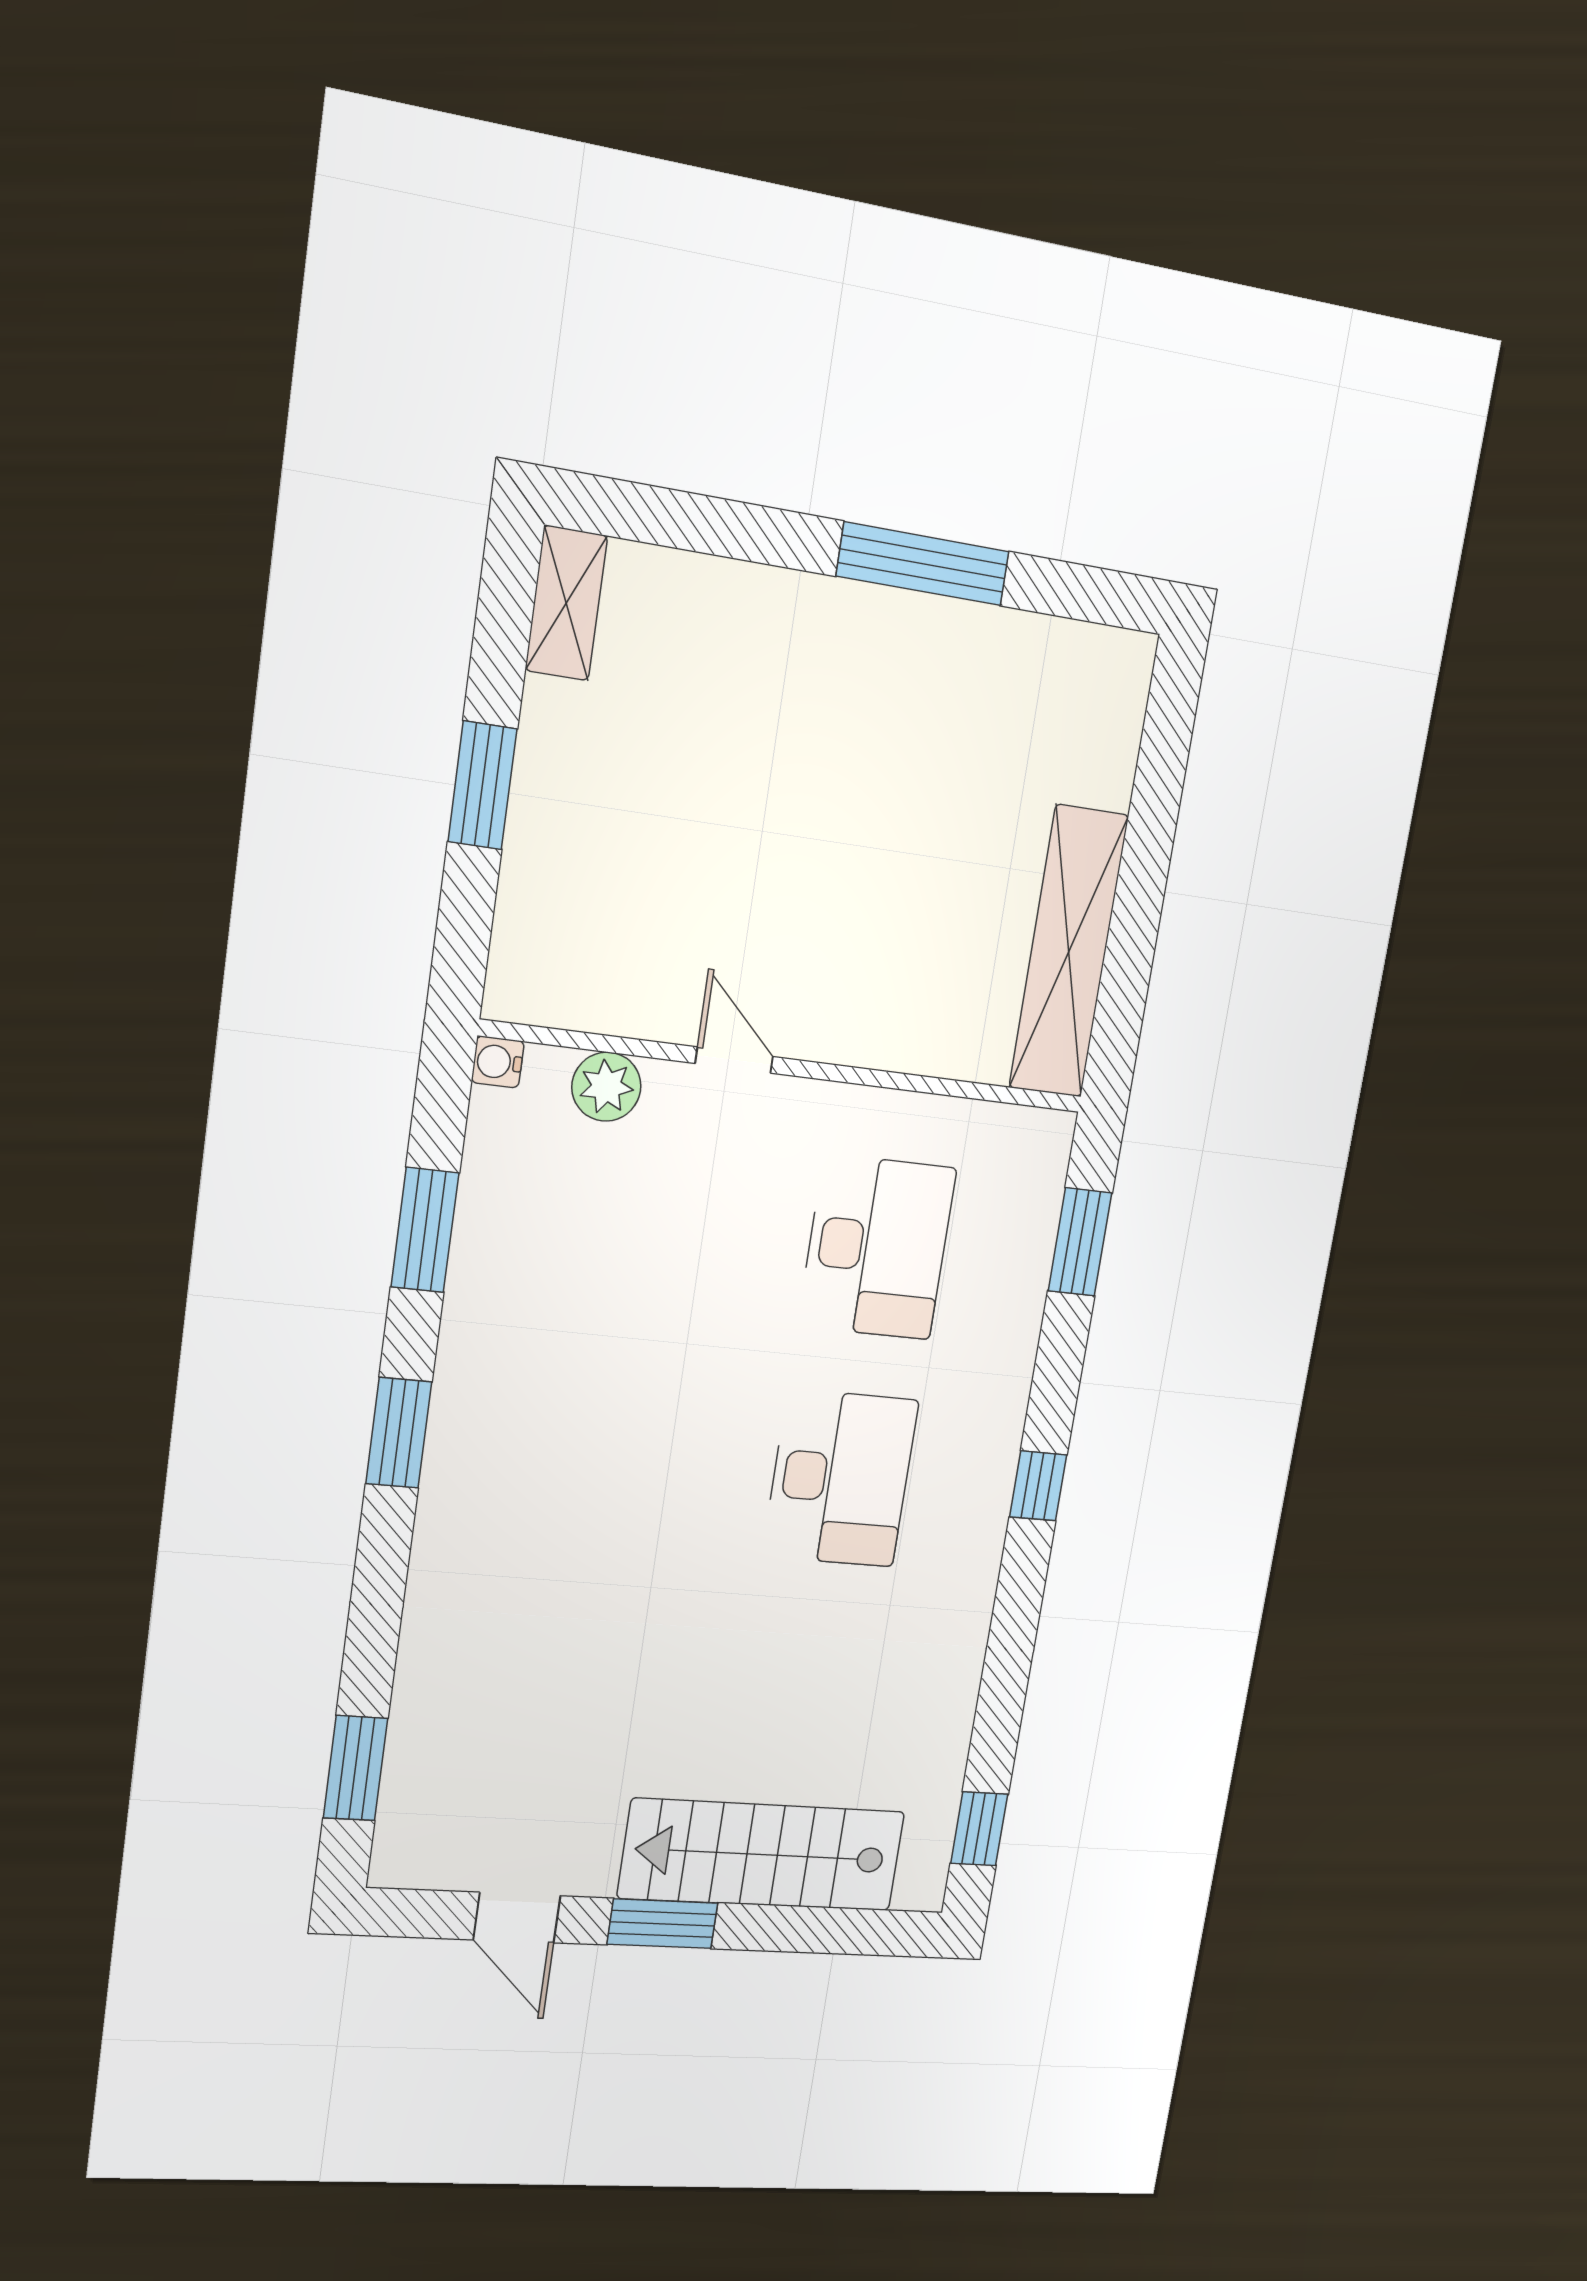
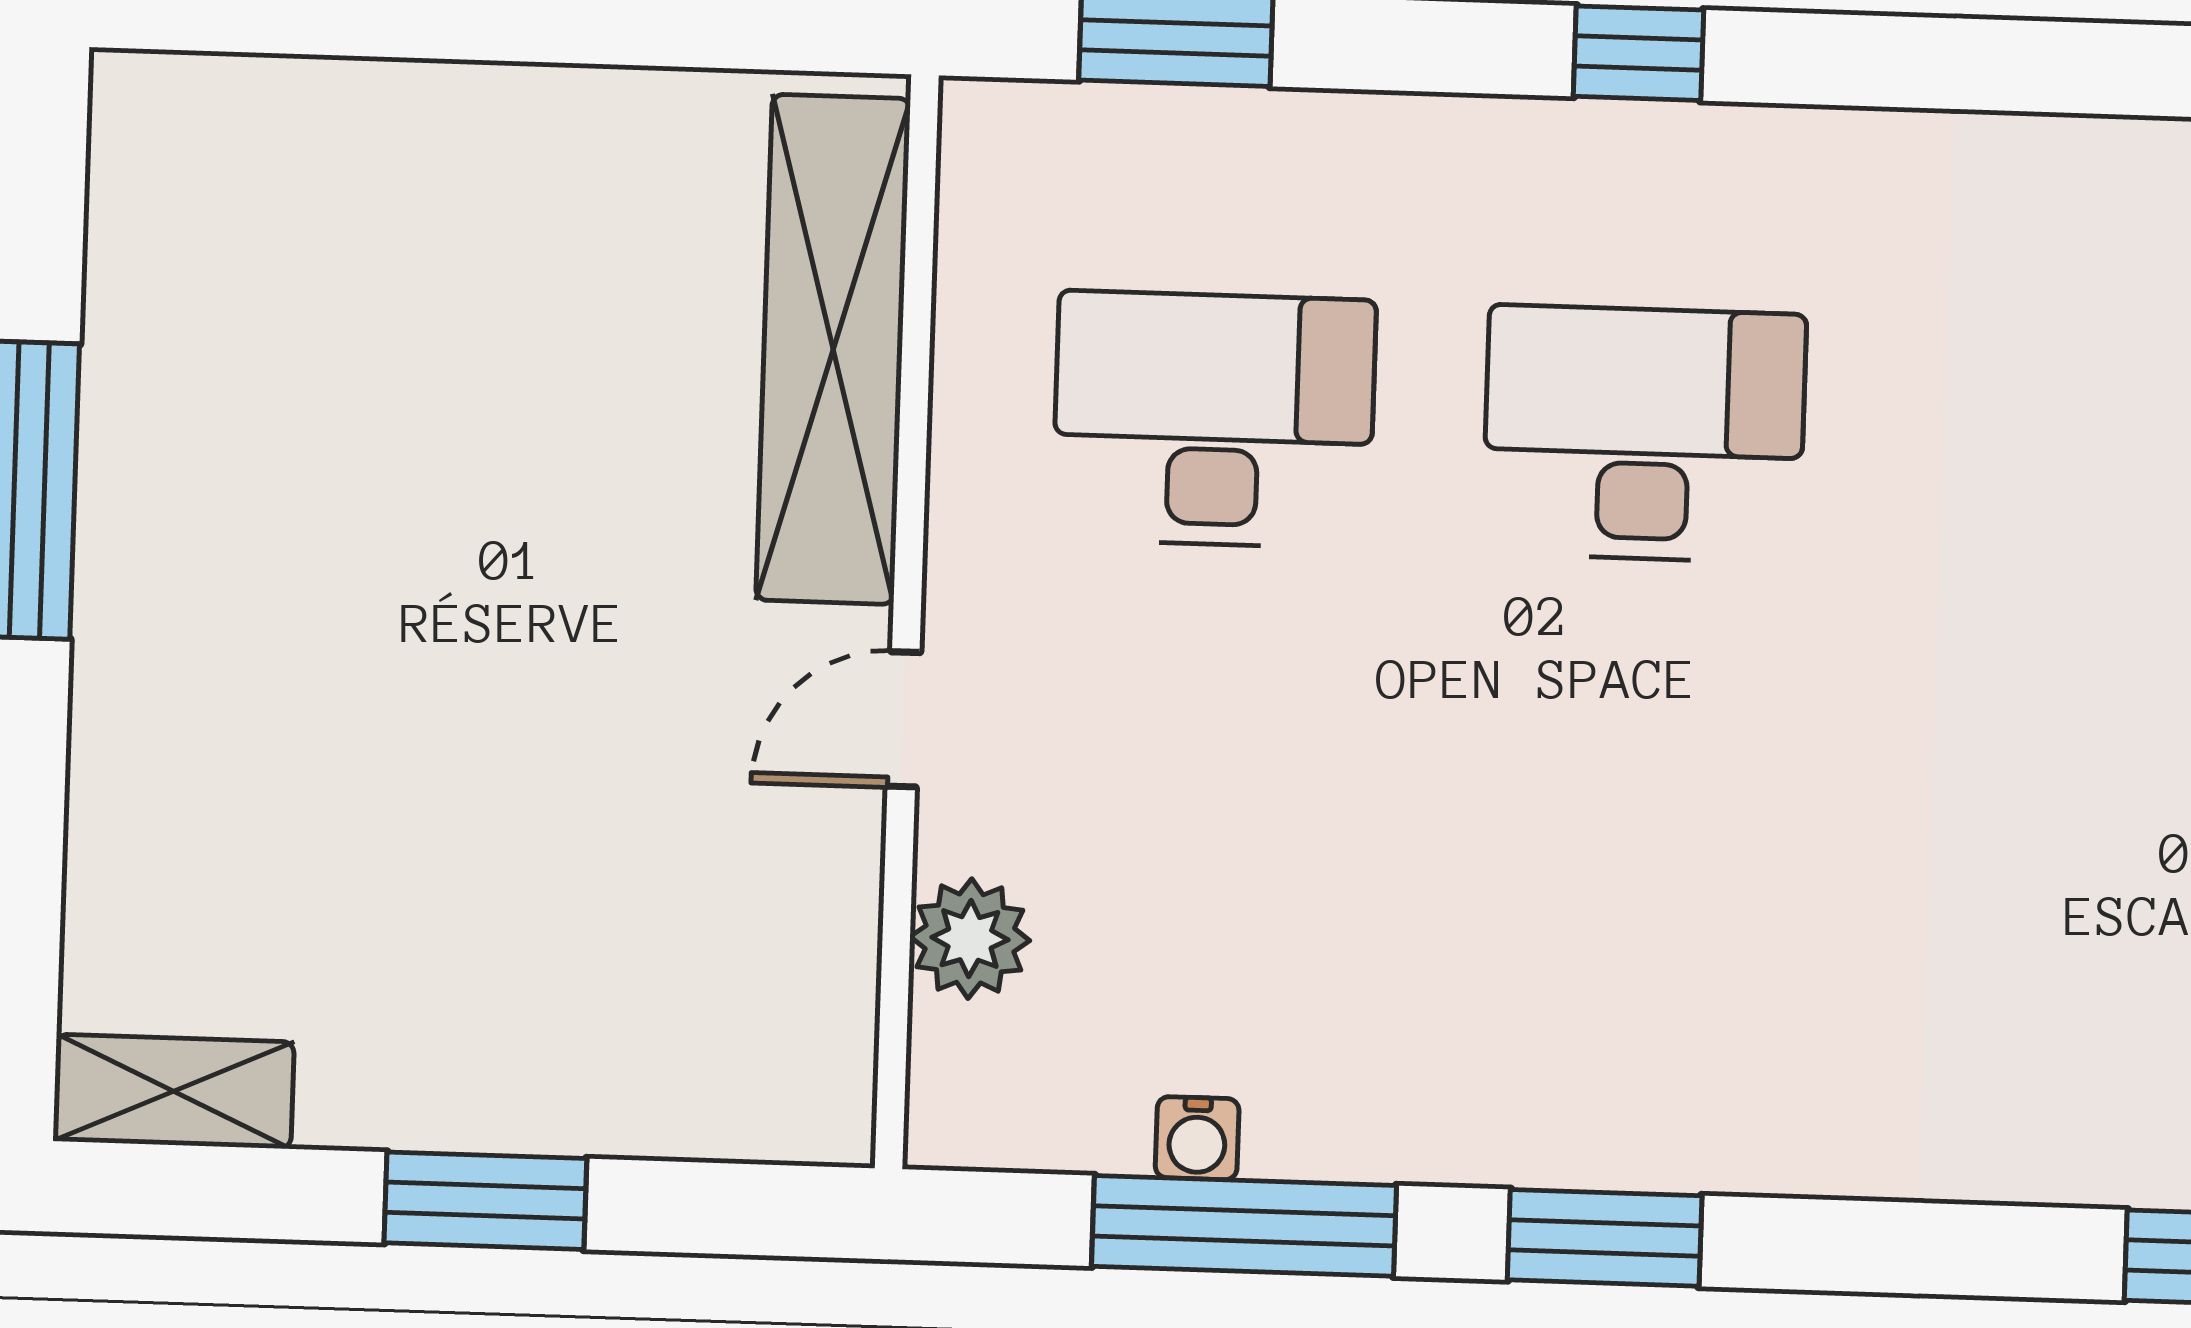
shelving: (1069, 952) -> (833, 349), moved, turned 90
water cooler: (498, 1062) -> (1197, 1138), moved
window: (425, 1230) -> (1244, 1226), width x1.44

